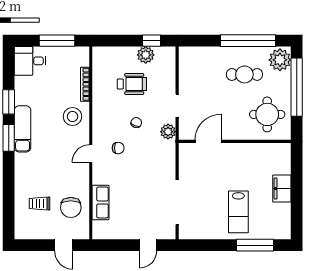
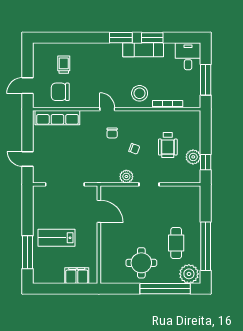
exam couch: (23, 129) -> (143, 50), moved
door: (208, 141) -> (99, 211), moved
wall: (235, 141) -> (99, 235), moved
row of seats: (100, 202) -> (57, 118), width x1.48

